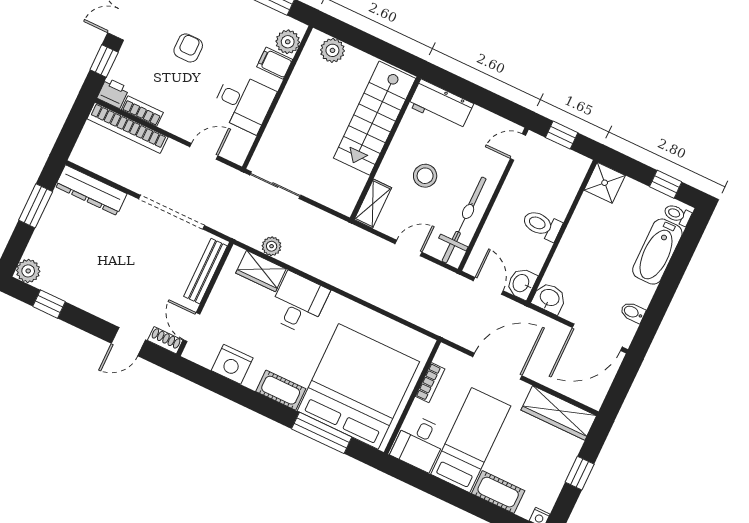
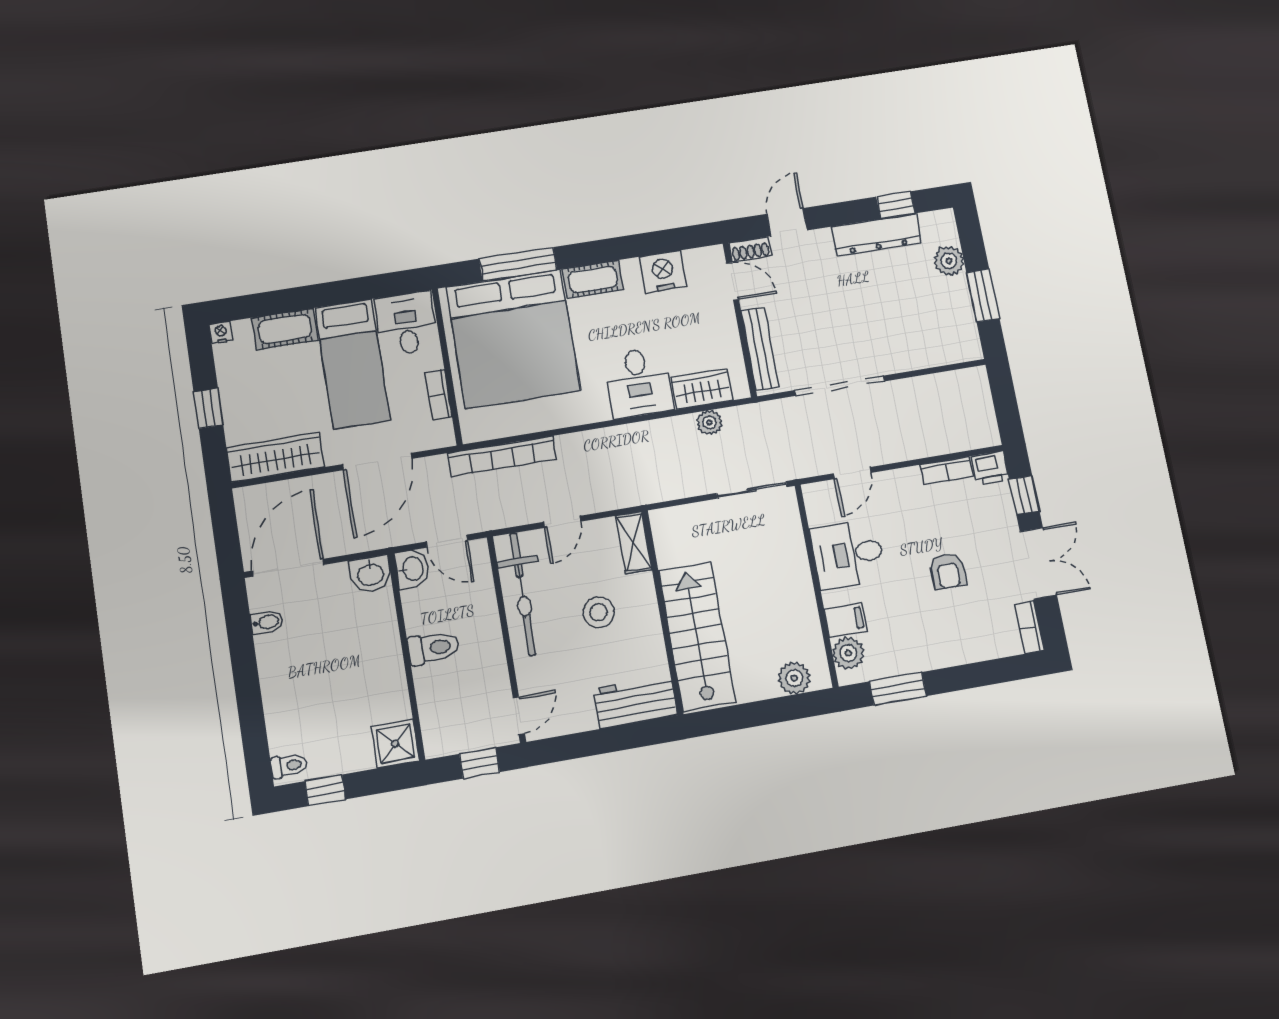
bookcase: (127, 128) -> (502, 456), moved, turned 180
dresser: (91, 190) -> (876, 235), moved, turned 180
bathtub: (657, 252) -> (284, 708), removed
plant: (28, 271) -> (949, 261), moved

